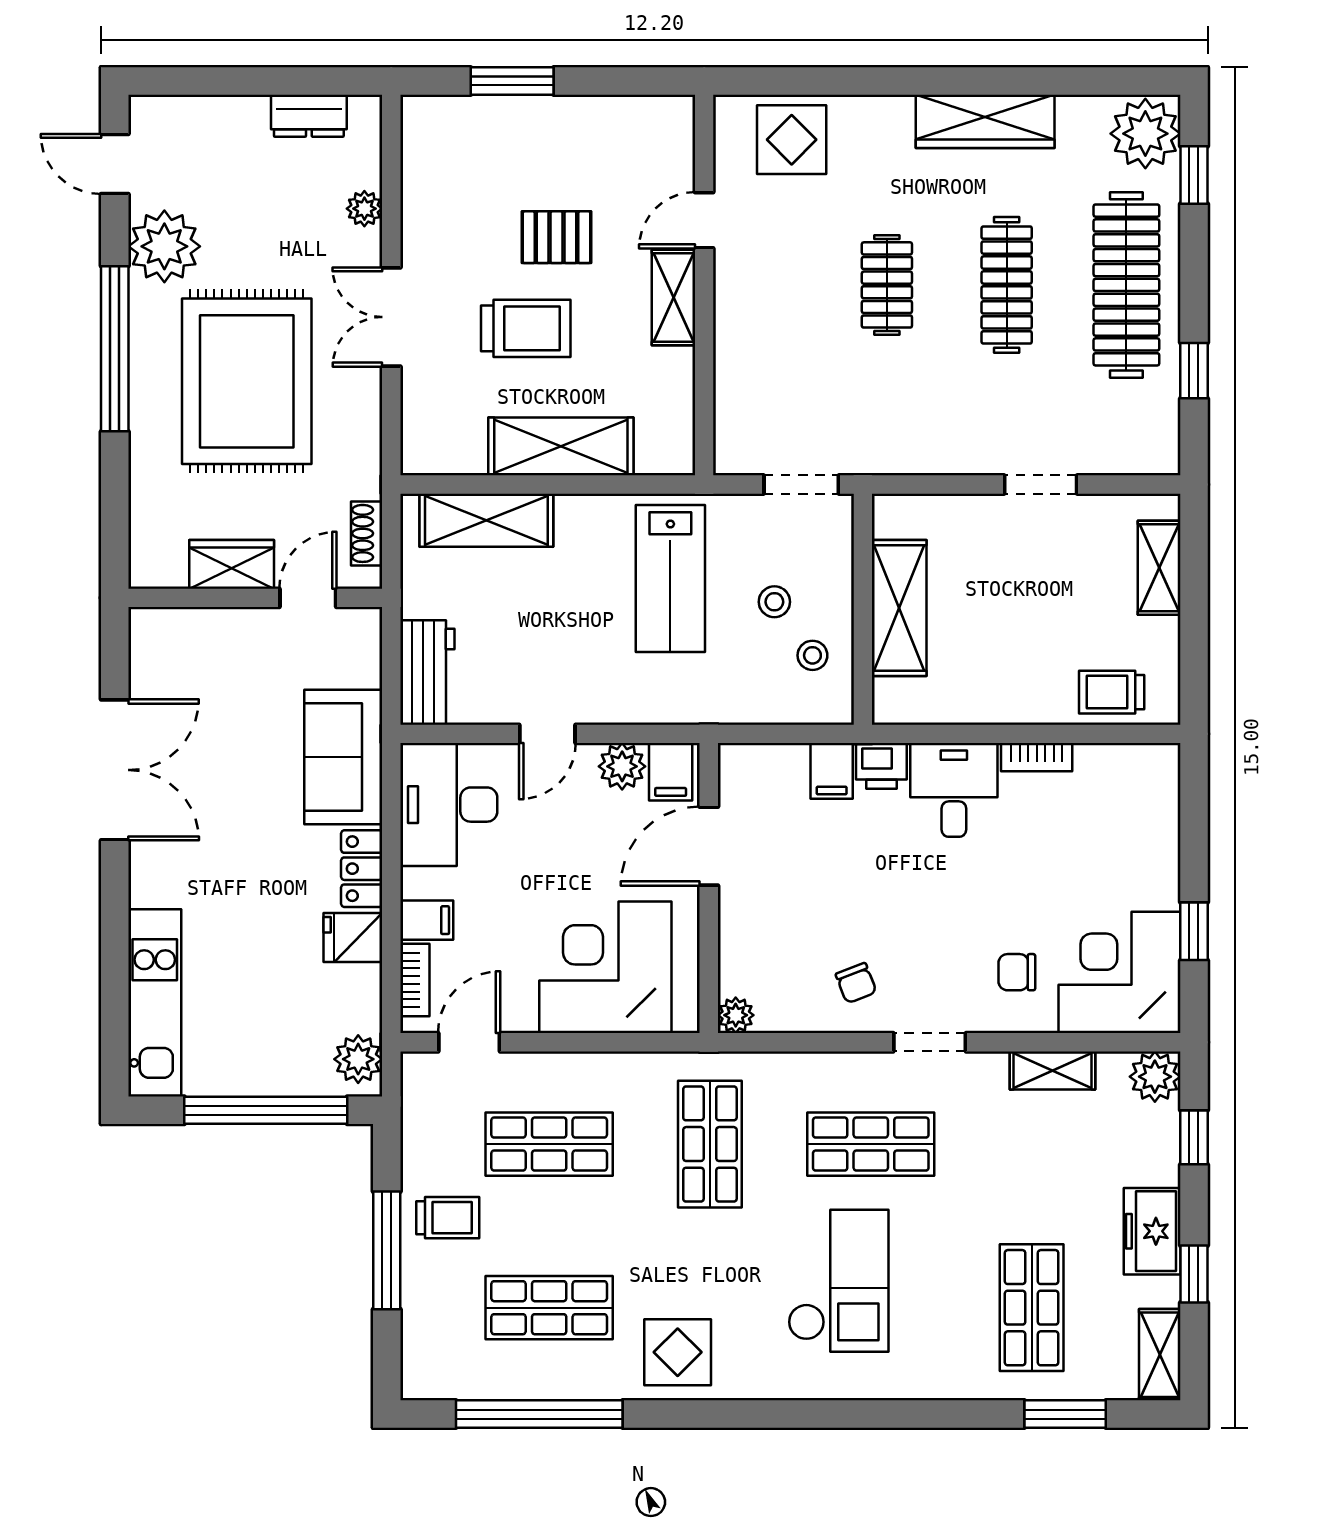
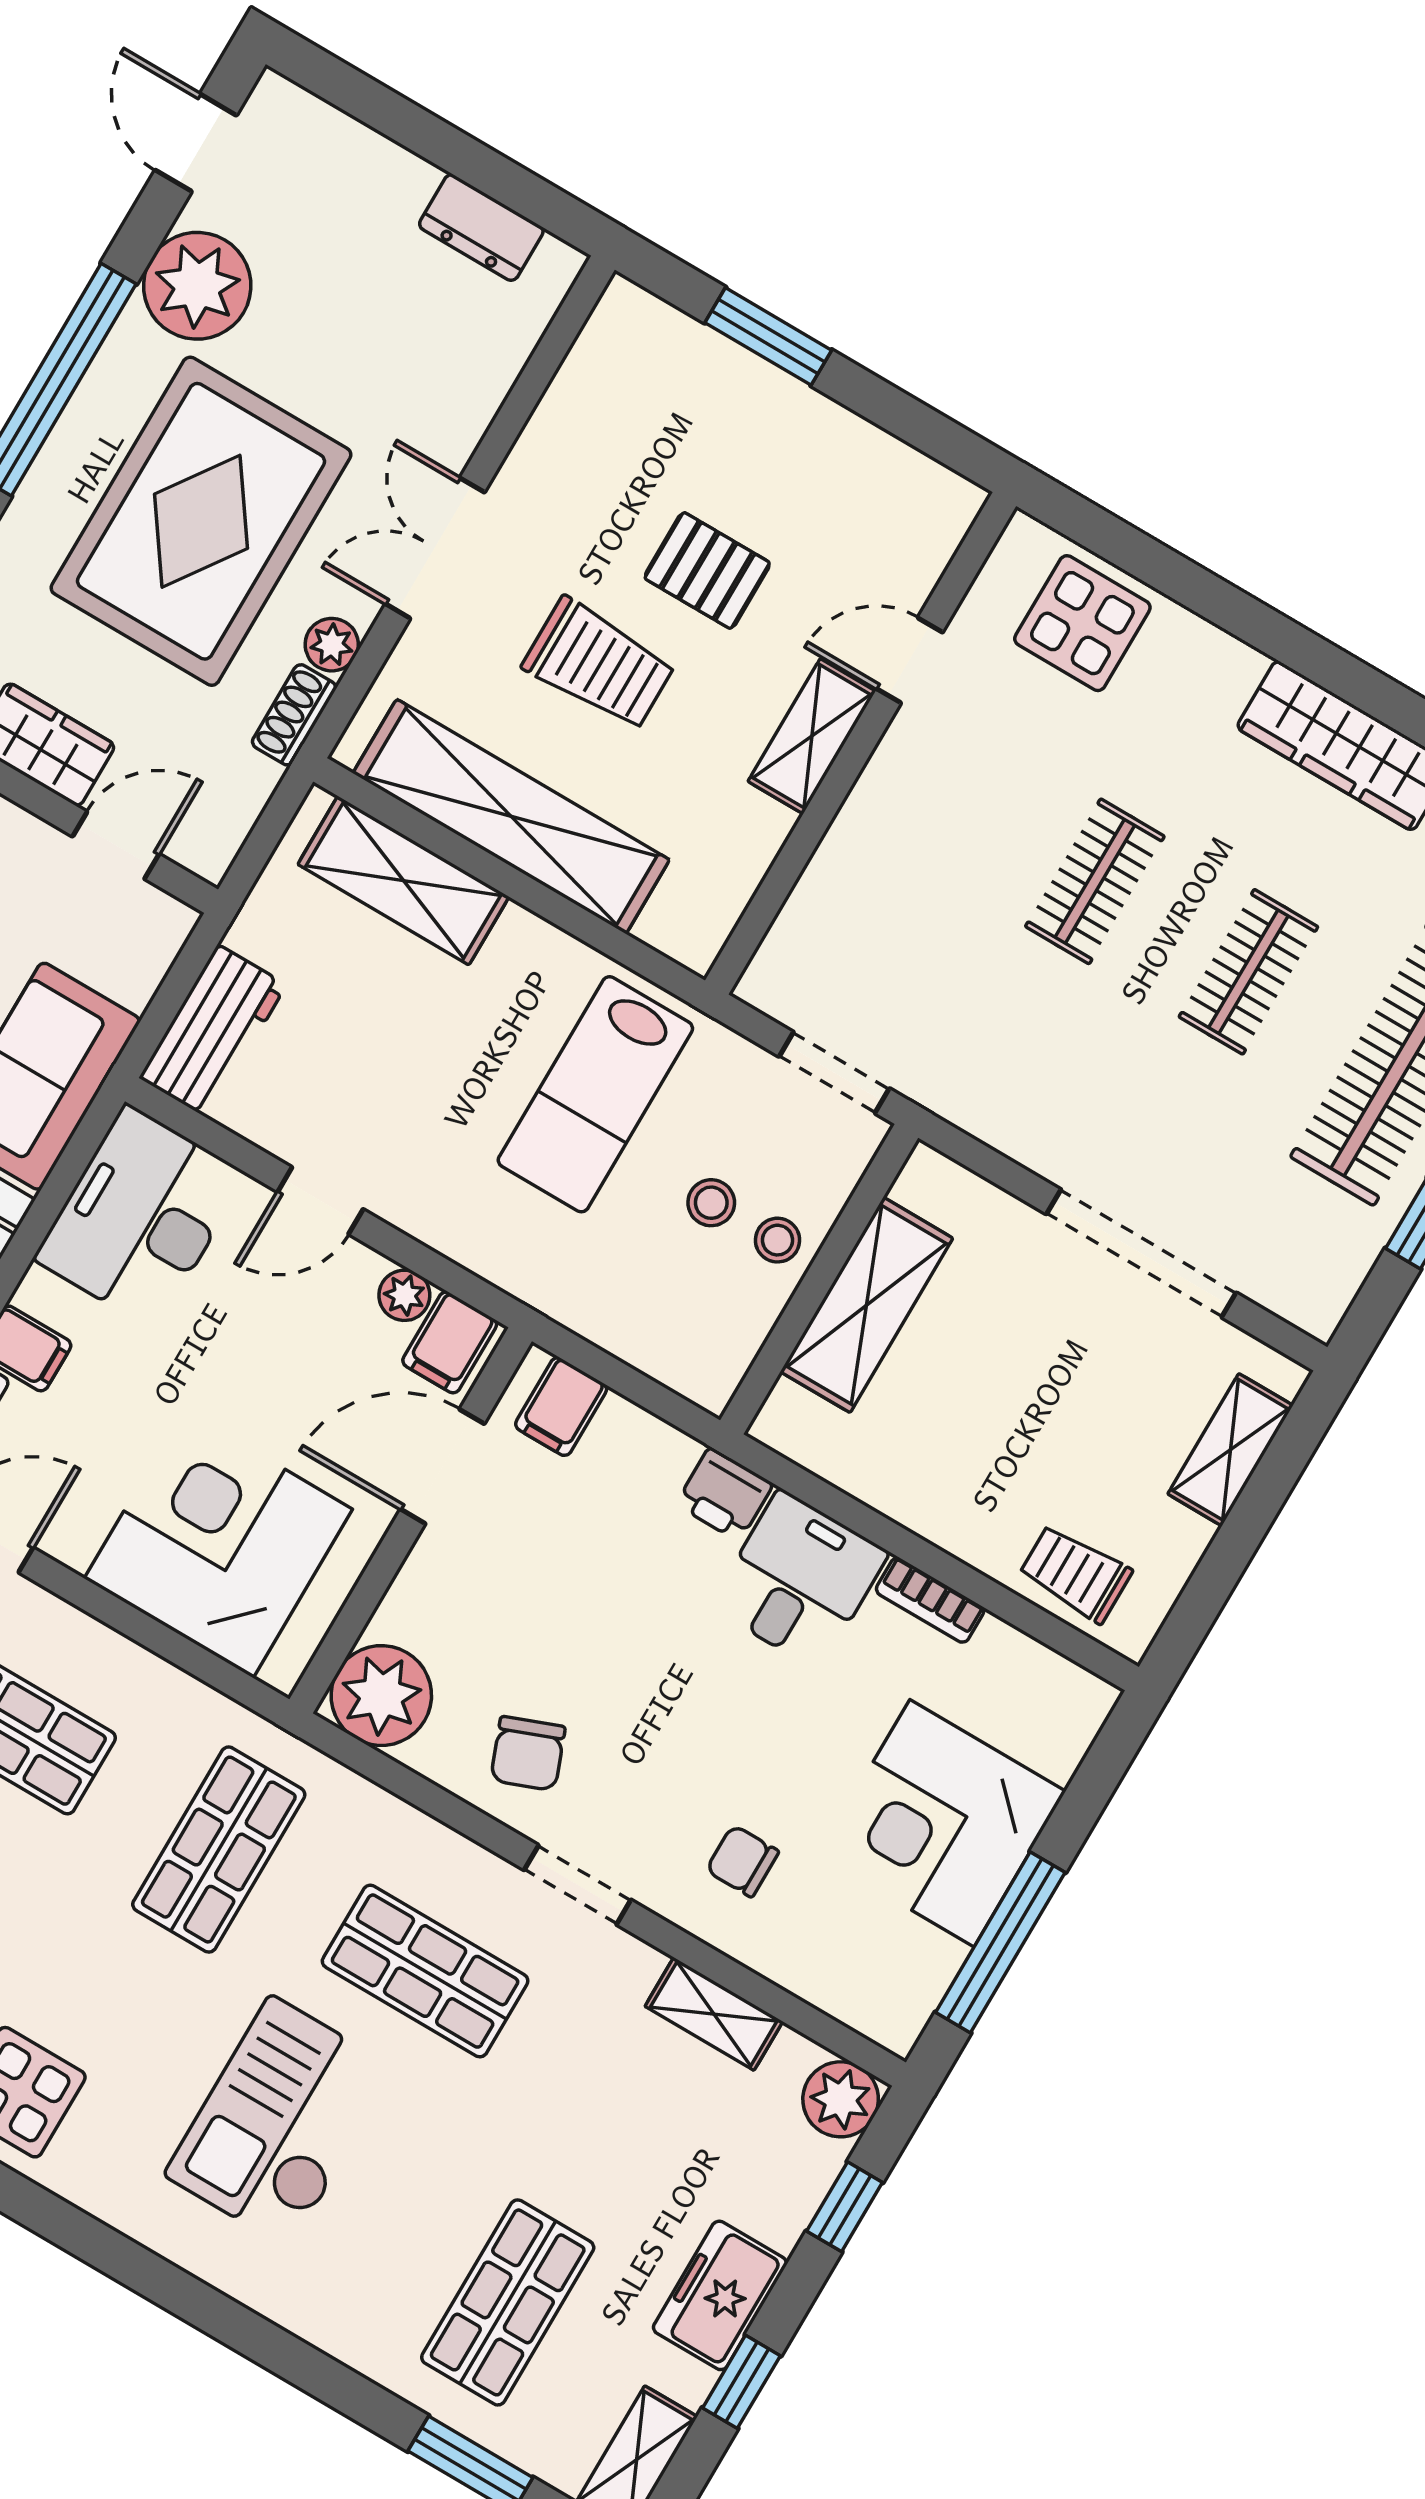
plant: (364, 209) -> (332, 645), moved
clothes rail: (1007, 285) -> (1248, 972), width x0.73
shelving: (561, 446) -> (511, 816), width x1.47
doorway: (1041, 484) -> (1141, 1253), width x1.88
shoe rack: (367, 533) -> (294, 715), moved
stool: (812, 655) -> (778, 1240), moved
plant: (622, 766) -> (404, 1295), width x0.73, depth x0.73
filing cabinet: (832, 771) -> (561, 1407), moved
window: (1194, 931) -> (1000, 1942), width x2.17
corner desk: (1120, 972) -> (942, 1823), moved, turned -90
chair: (856, 983) -> (528, 1753), width x1.37, depth x1.37
plant: (736, 1015) -> (381, 1696), width x1.88, depth x1.88
checkout: (838, 1281) -> (280, 2122), turned 180

